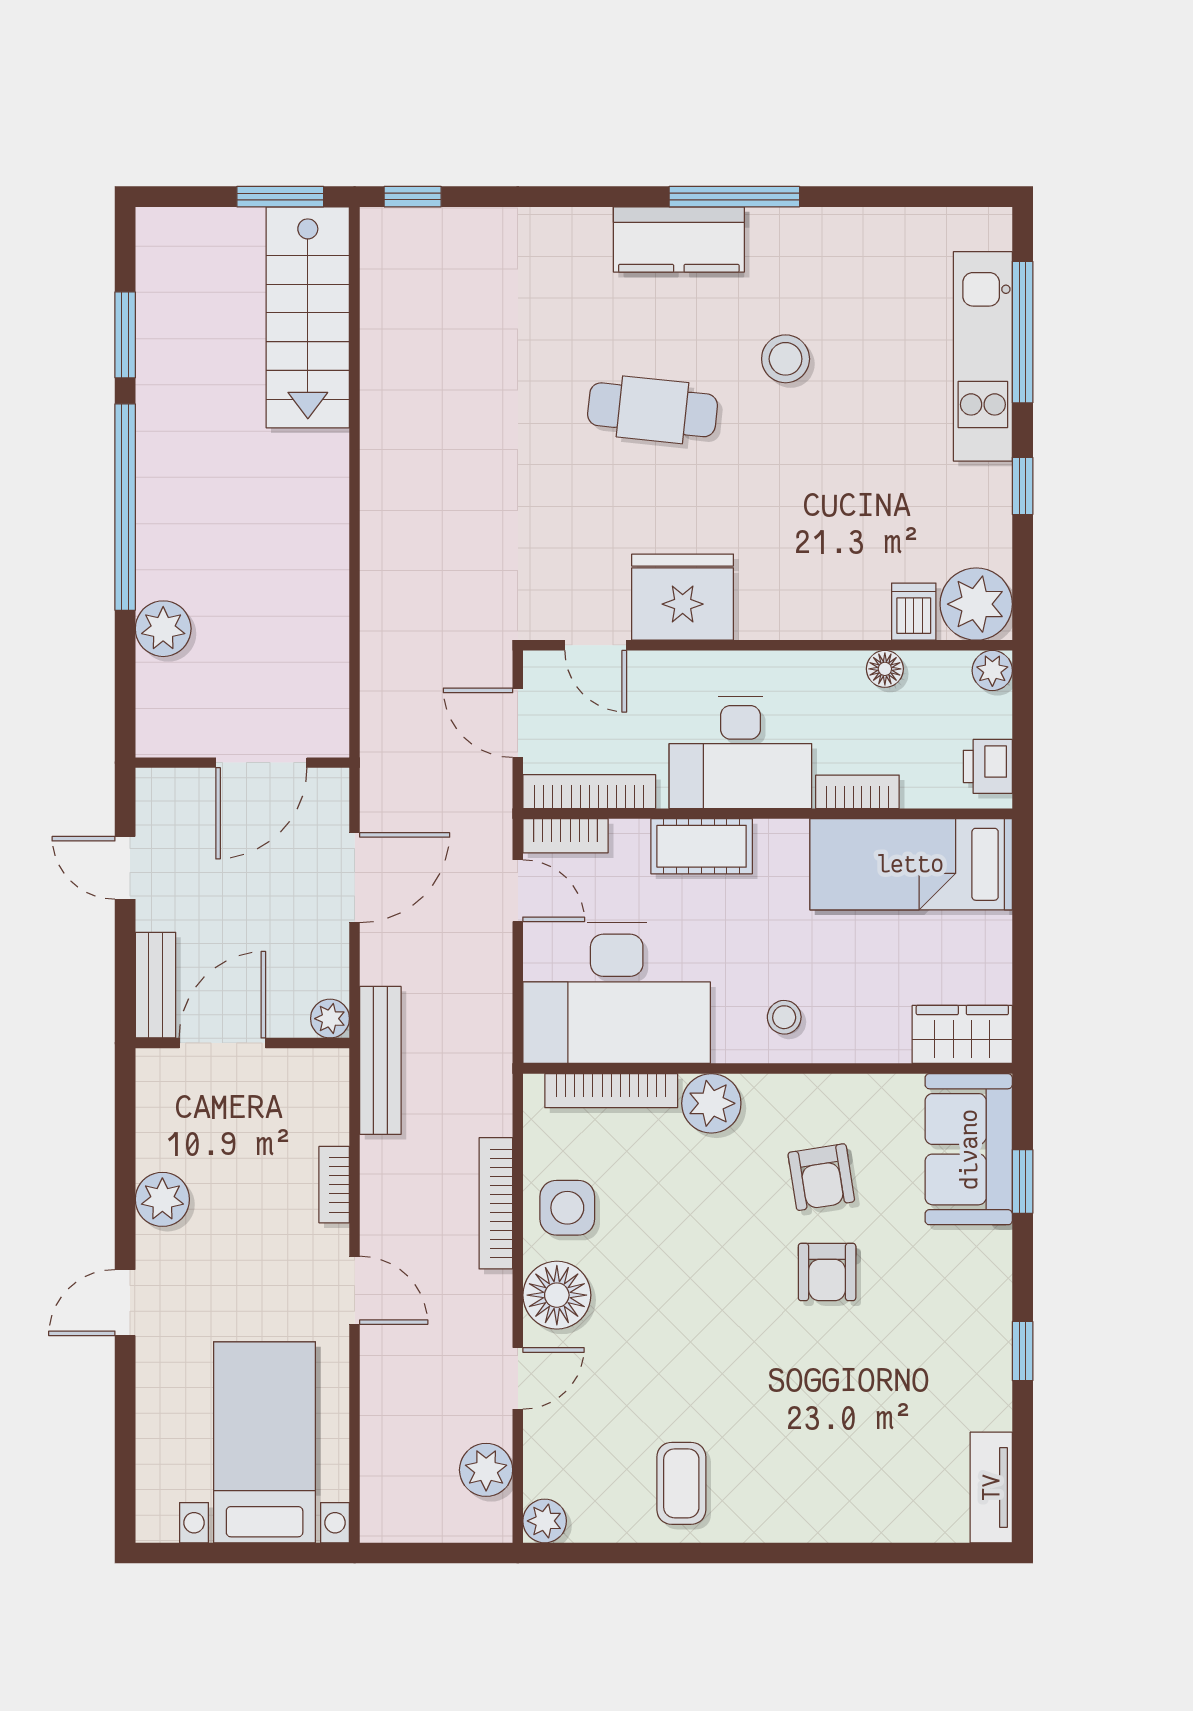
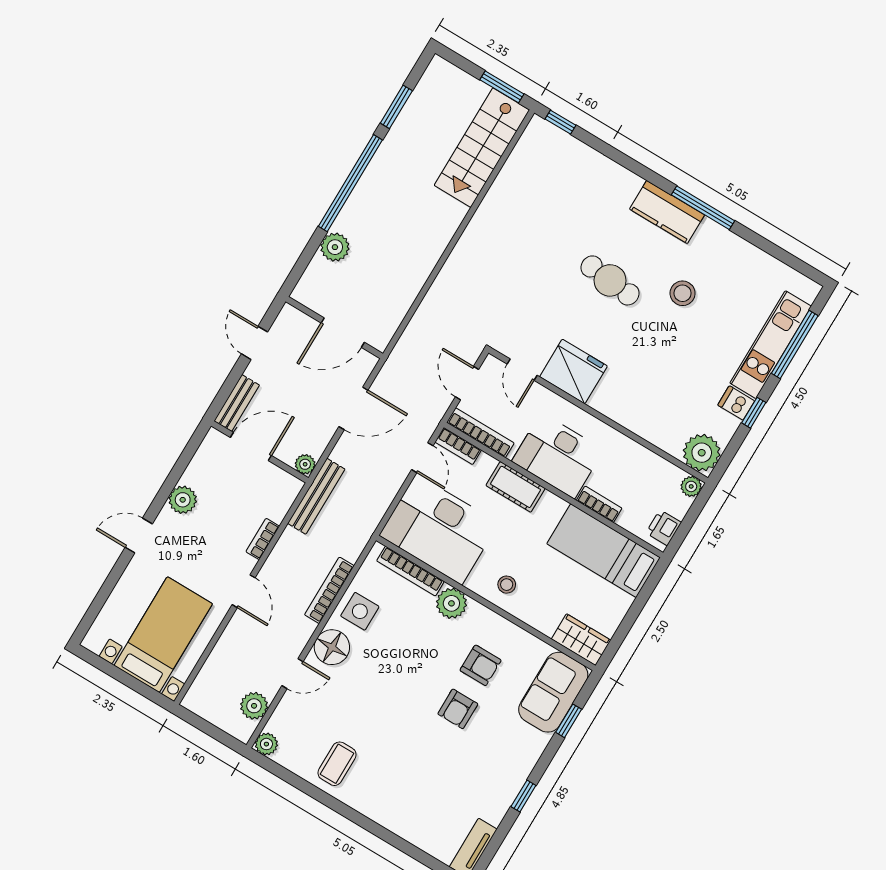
dishwasher: (914, 612) -> (736, 403), moved, turned -90
floor lamp: (885, 669) -> (644, 457), removed
armchair: (821, 1177) -> (481, 665), turned -81

